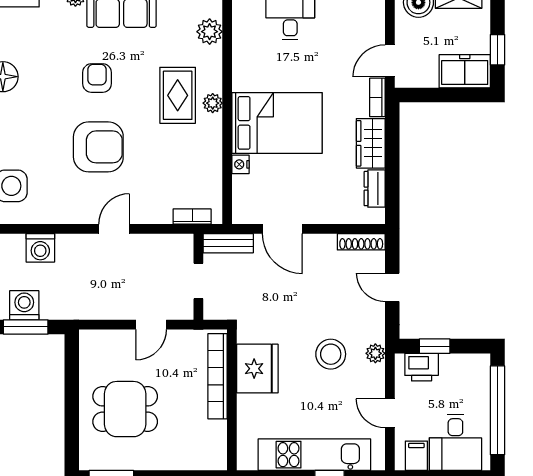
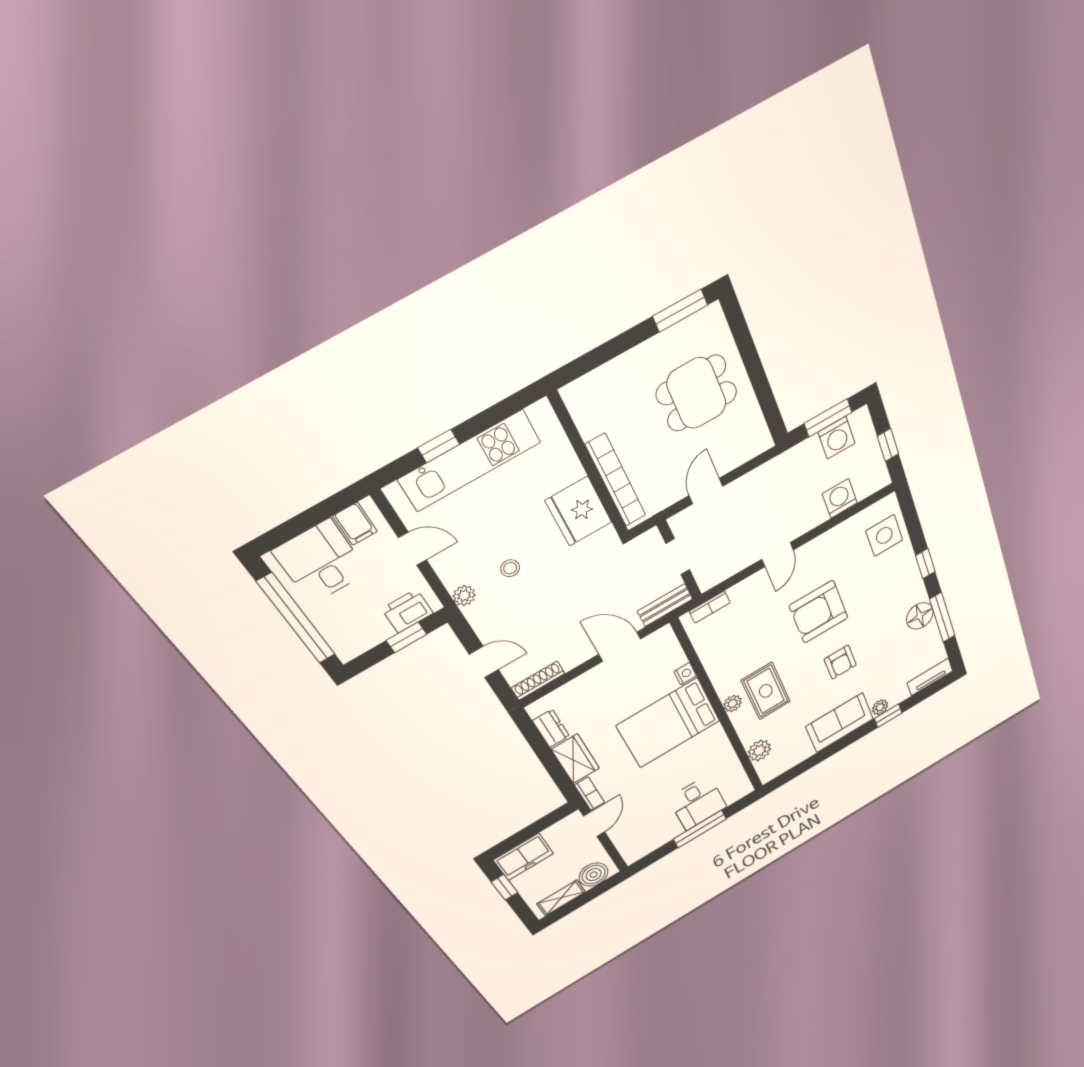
stool: (331, 354) -> (510, 568), width x0.53, depth x0.53

